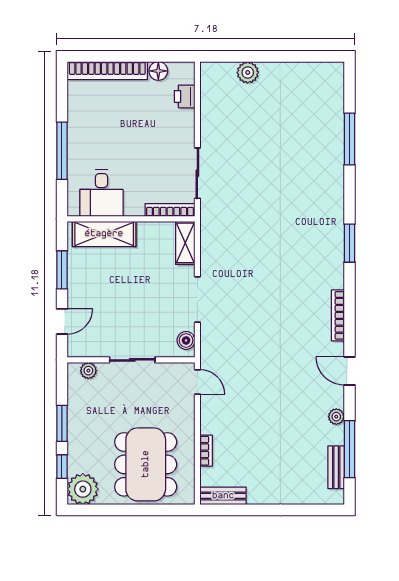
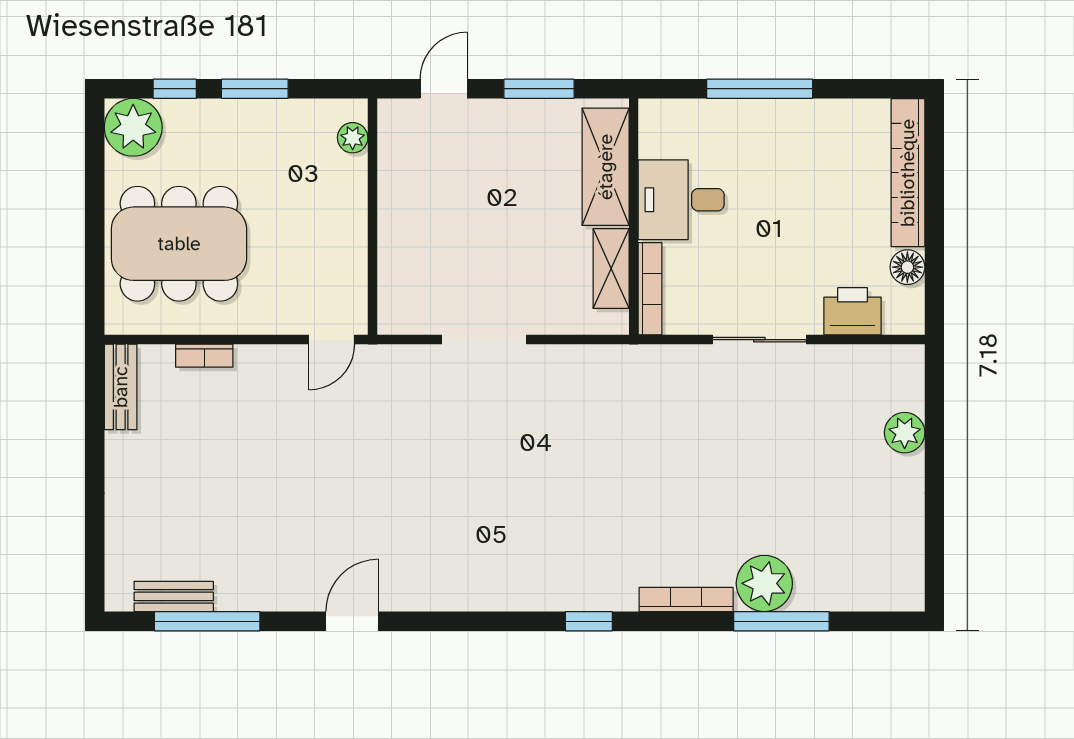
printer: (185, 96) -> (853, 311), width x1.36, depth x1.24
sliding door: (197, 173) -> (759, 340), moved
desk: (102, 193) -> (681, 200), moved
shelving: (185, 243) -> (611, 268), moved, turned 90
window: (350, 243) -> (589, 621), width x0.67
bookcase: (338, 315) -> (686, 600), moved
door: (62, 321) -> (444, 89), swing flipped
boiler: (186, 340) -> (408, 318), removed
sliding door: (132, 360) -> (372, 219), removed
plant: (336, 417) -> (764, 583), moved, width x1.88, depth x1.88

